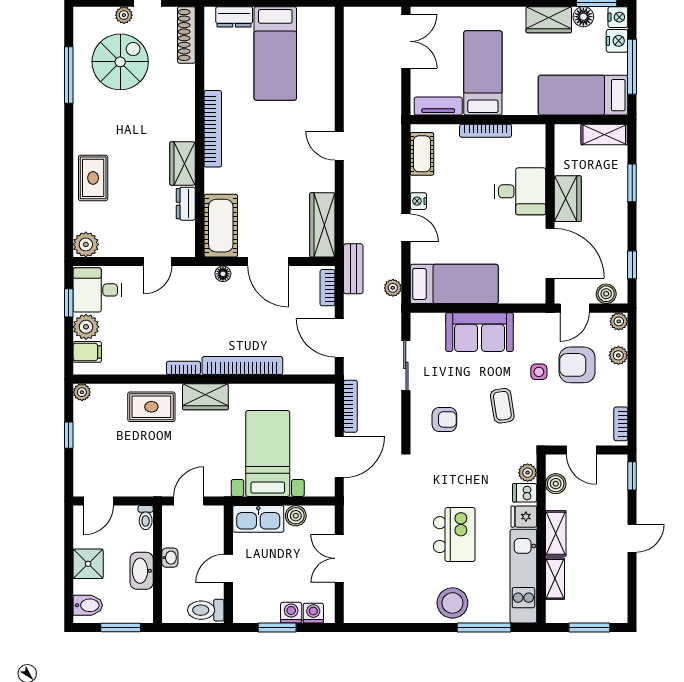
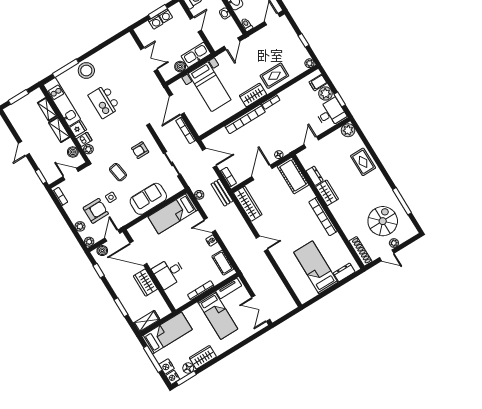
spiral stairs: (120, 62) -> (383, 221), turned 180
door: (268, 262) -> (262, 172), hinge flipped
washing machine: (313, 613) -> (165, 16), moved

